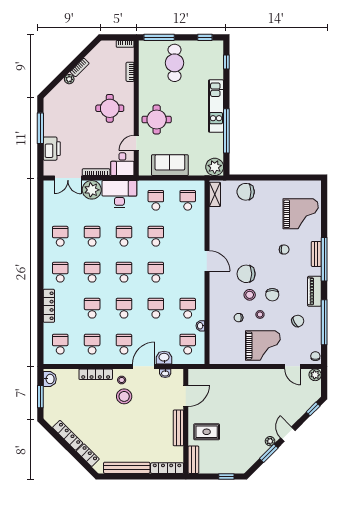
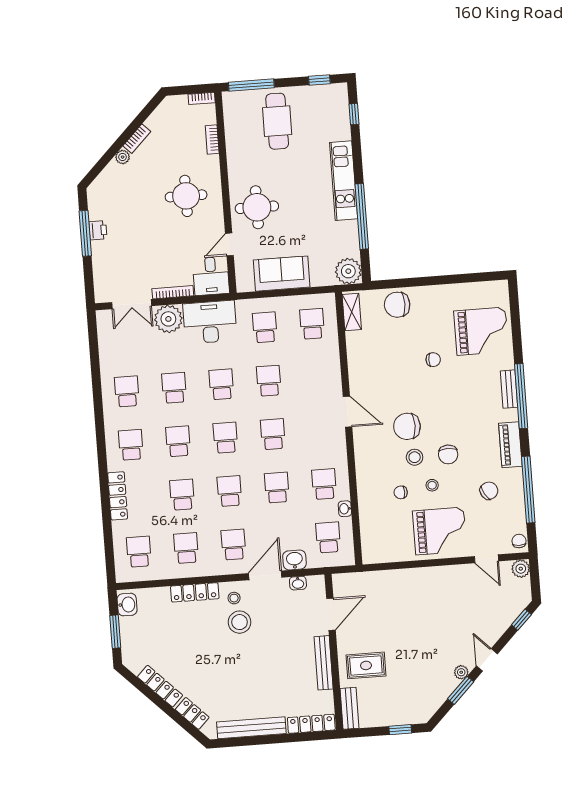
printer: (52, 149) -> (98, 230), moved, width x0.53, depth x0.68
chair: (284, 250) -> (433, 360), moved

